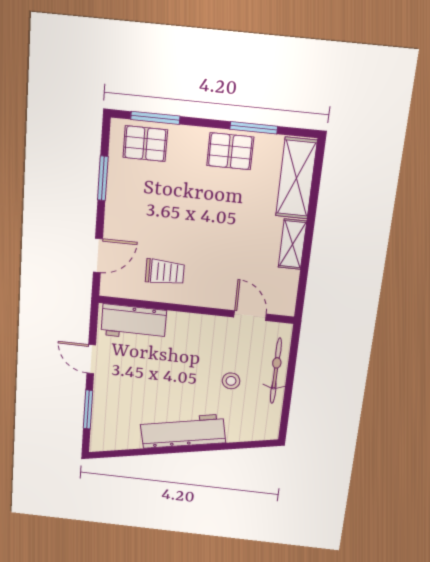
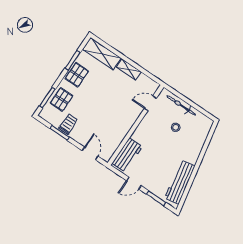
pallet: (145, 144) -> (62, 99), moved
trolley: (165, 272) -> (68, 124), moved
workbench: (183, 431) -> (180, 182), moved

